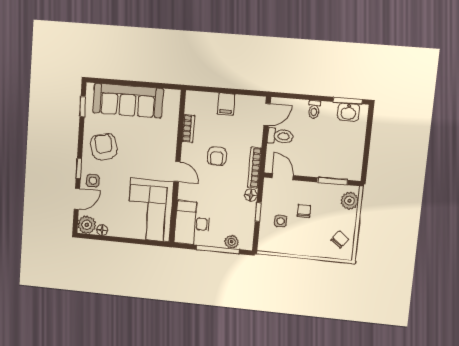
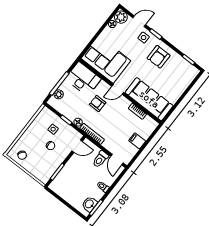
sofa: (128, 101) -> (149, 99), moved, turned 90
armchair: (104, 147) -> (159, 57), turned 103
armchair: (217, 156) -> (98, 103), moved
door: (77, 199) -> (139, 21), swing flipped
plant: (350, 201) -> (40, 174), removed

